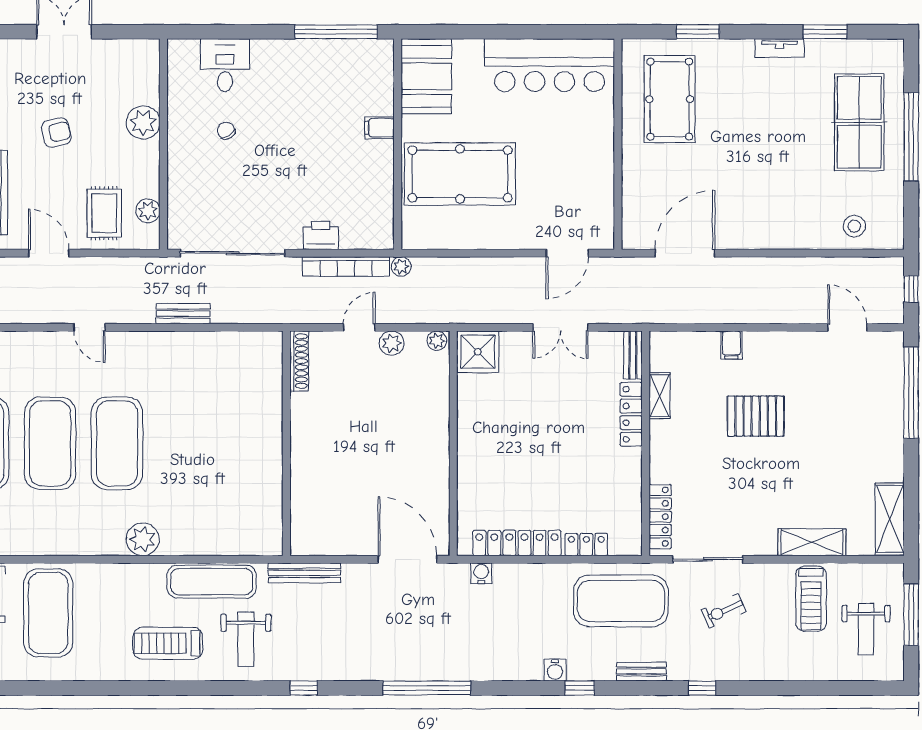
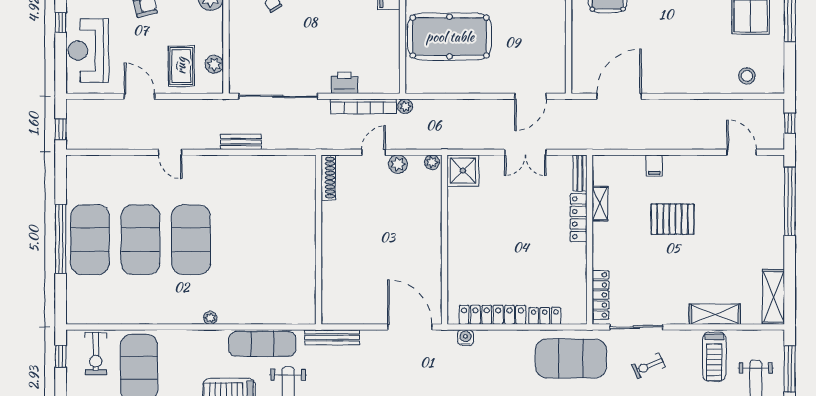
plant: (143, 539) -> (210, 318), width x0.53, depth x0.53

